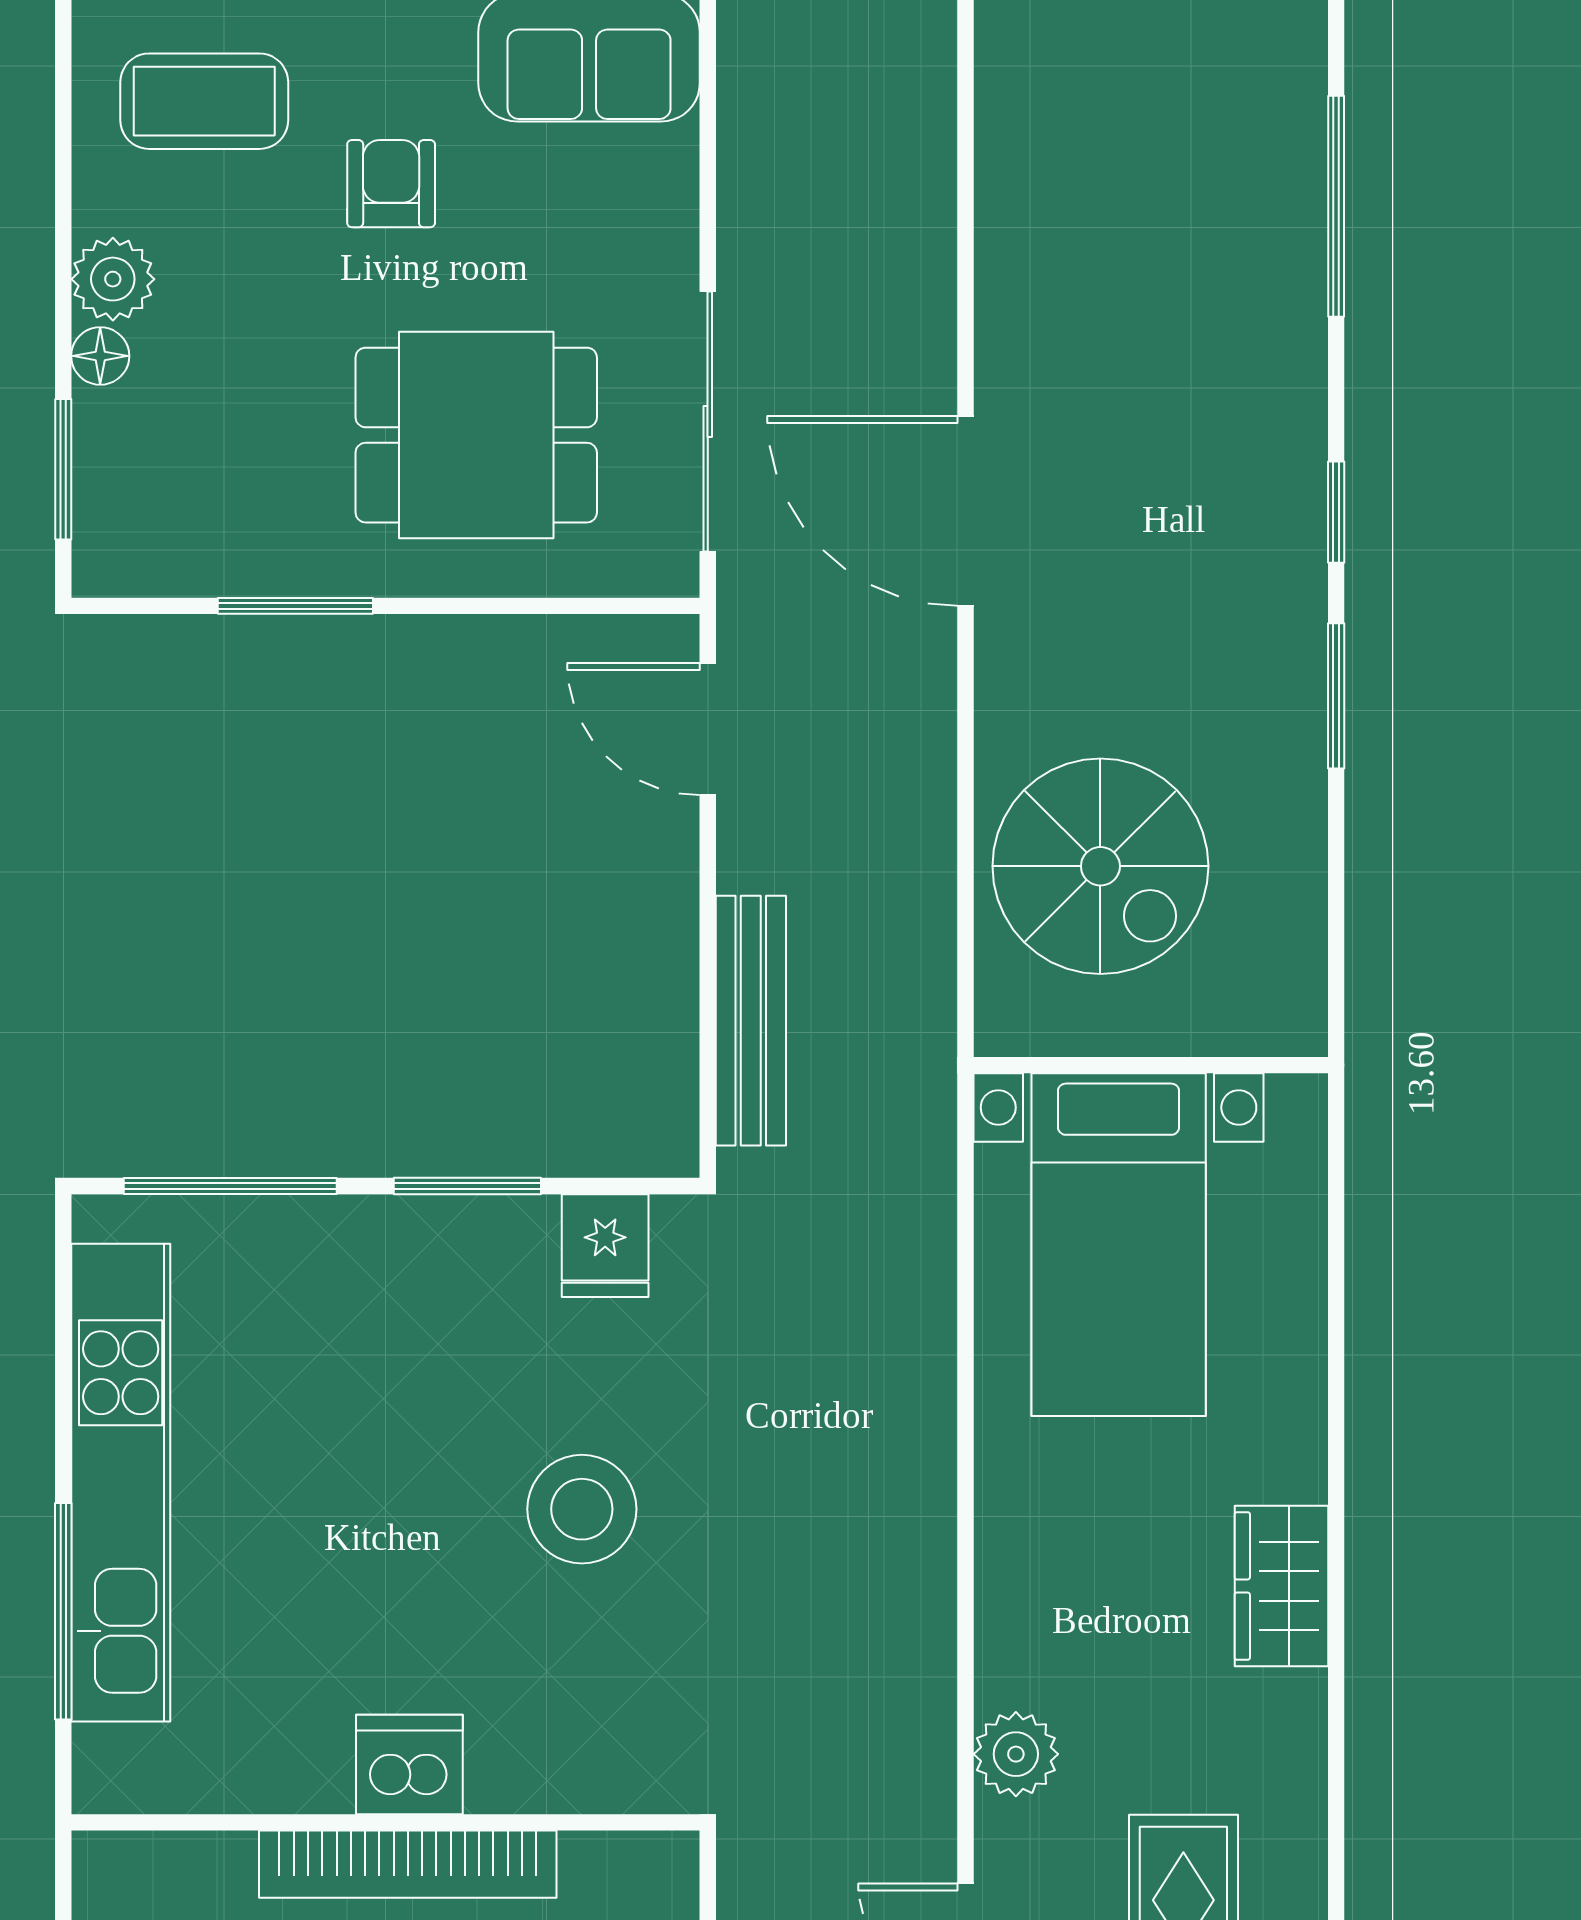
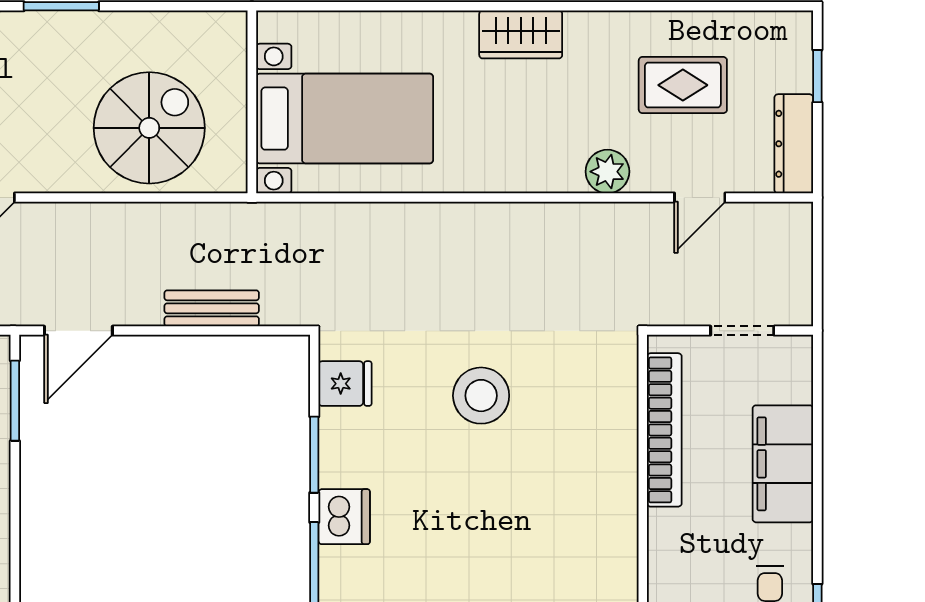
window: (295, 606) -> (15, 401), moved
bench: (751, 1021) -> (212, 308), width x0.73
dishwasher: (409, 1764) -> (344, 517), moved, turned 180
bookcase: (408, 1864) -> (664, 430), moved

